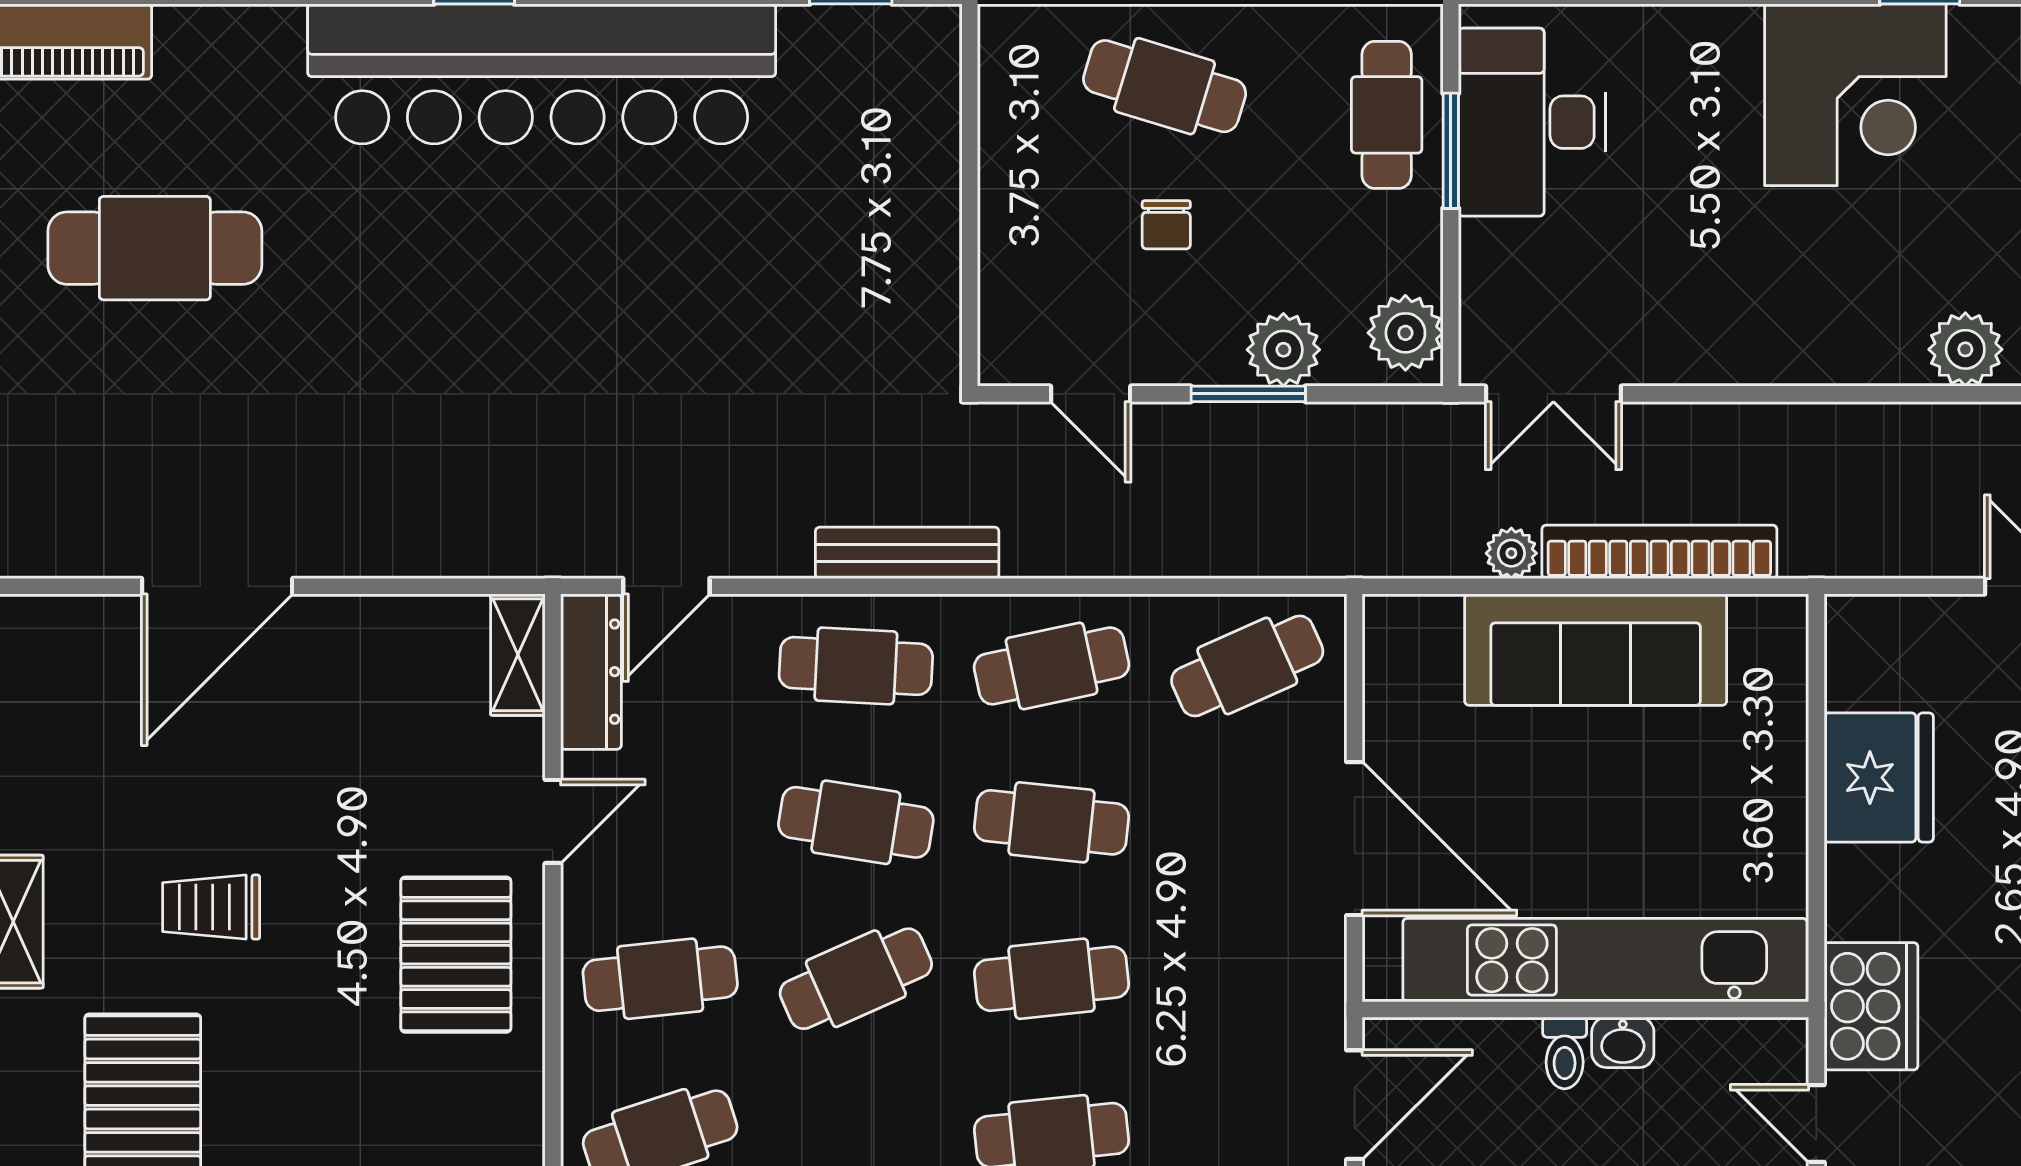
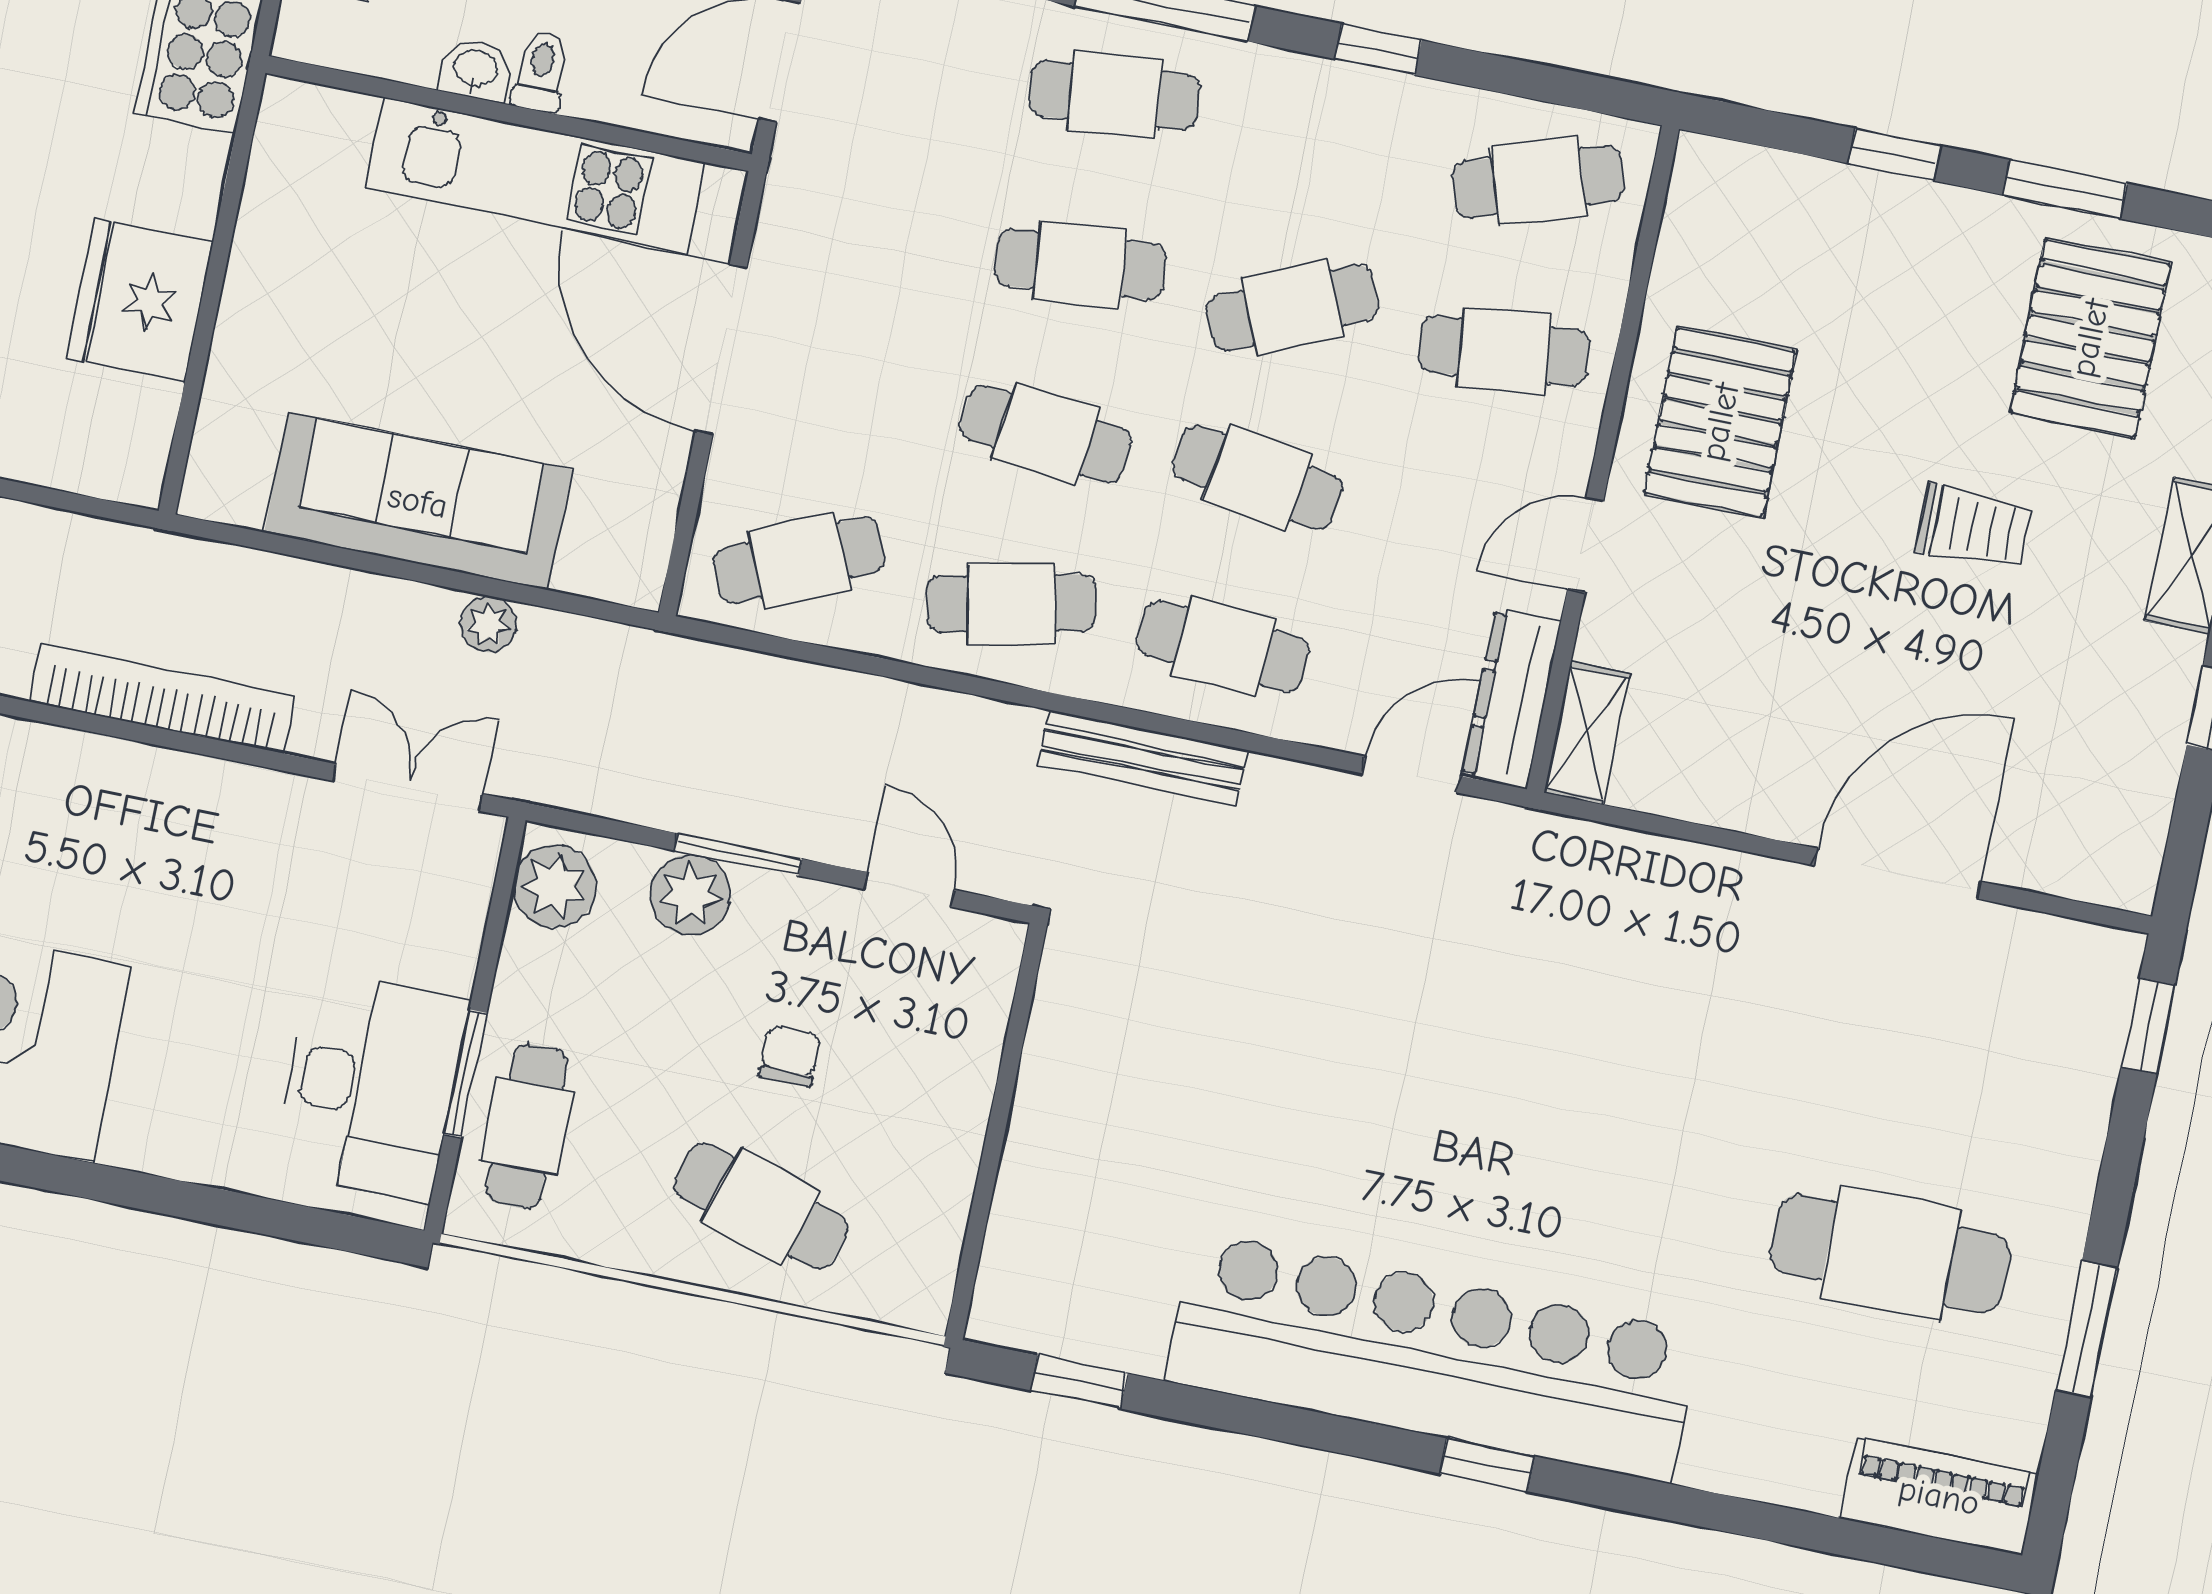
bookcase: (1659, 552) -> (163, 699), moved, turned 180
kitchen unit: (1605, 960) -> (535, 175), width x0.73

